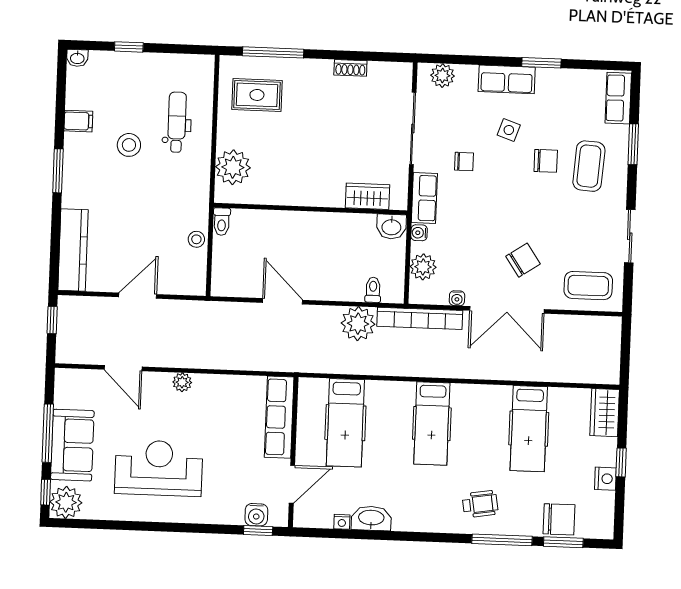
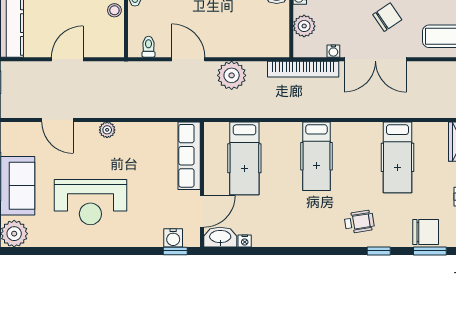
toilet: (373, 290) -> (148, 47), moved
plant: (358, 324) -> (232, 75), moved
reception desk: (159, 468) -> (90, 202), turned 180
washbasin: (371, 518) -> (220, 237), moved
window: (502, 540) -> (379, 251), width x0.46

